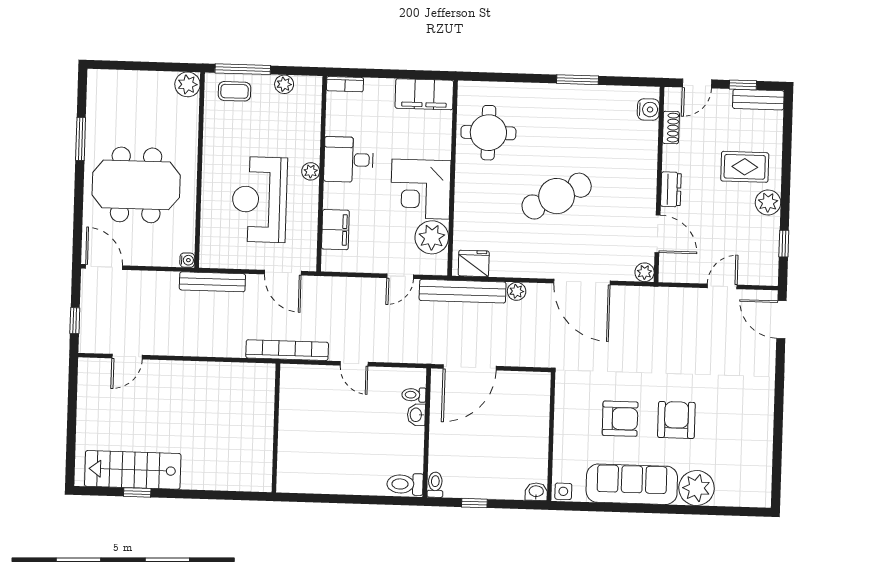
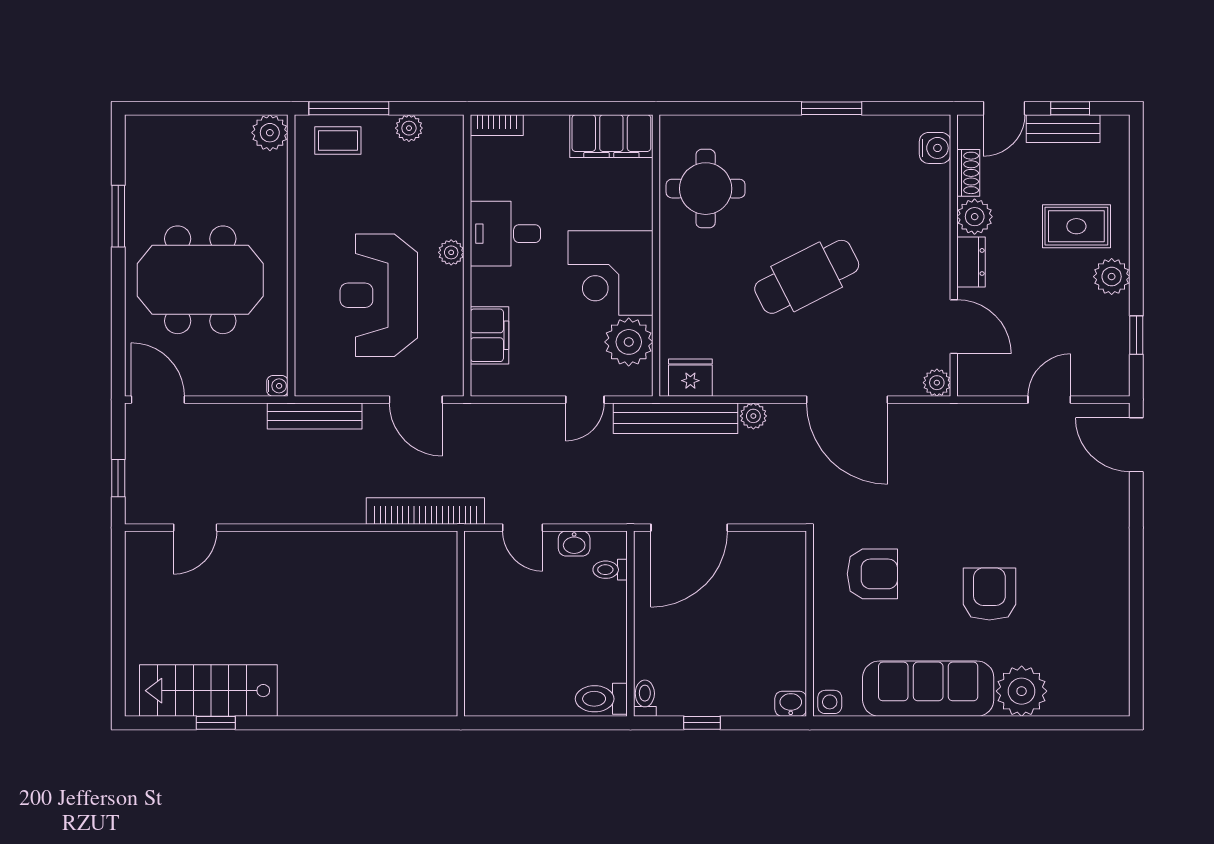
bench: (758, 100) -> (1063, 129), moved
plant: (674, 158) -> (975, 217), added
washbasin: (416, 415) -> (574, 543), moved, turned -90
armchair: (620, 419) -> (872, 574), moved
wall: (276, 428) -> (461, 624), moved

